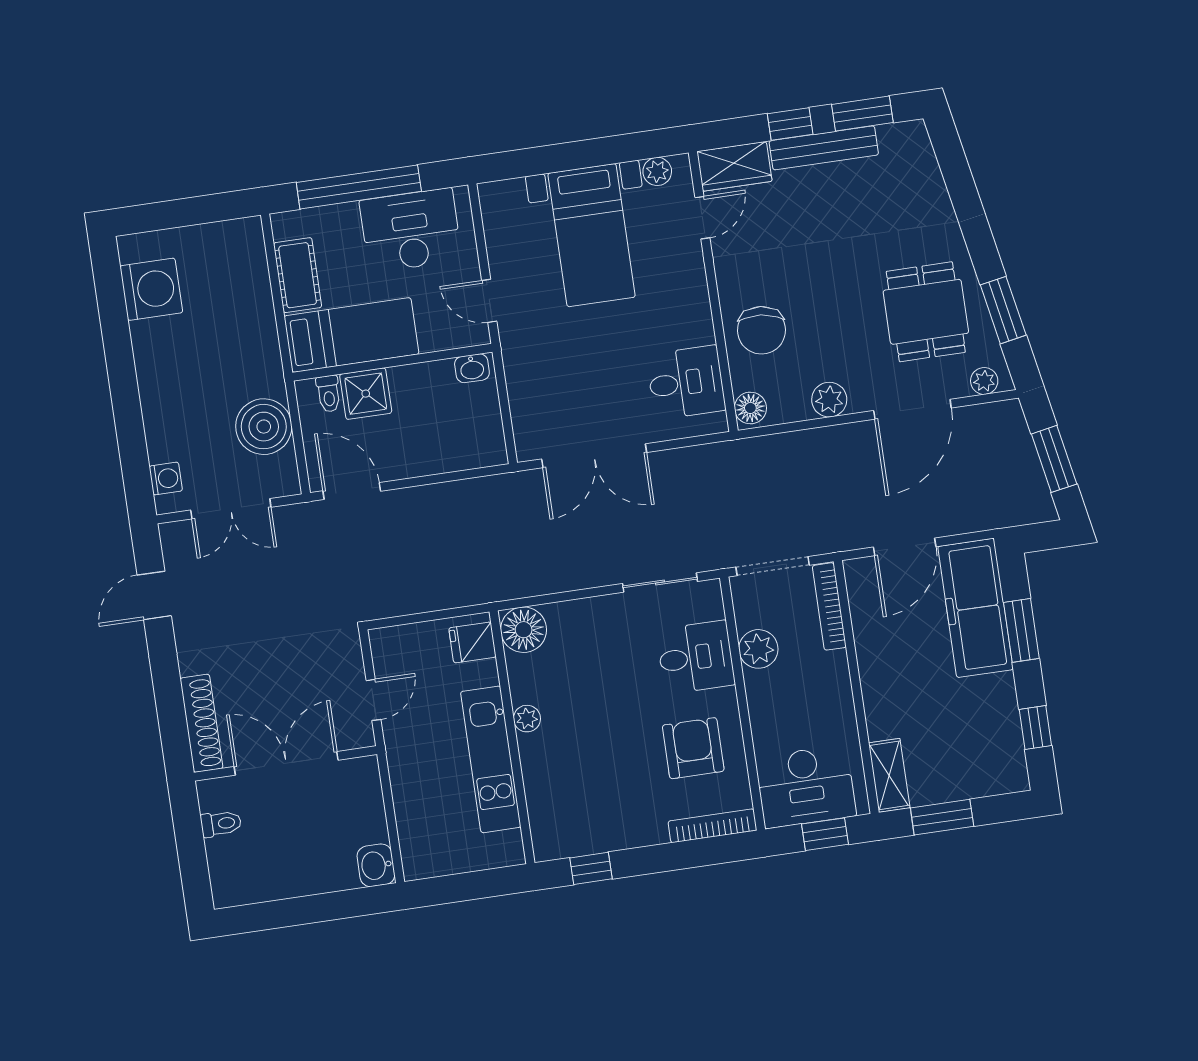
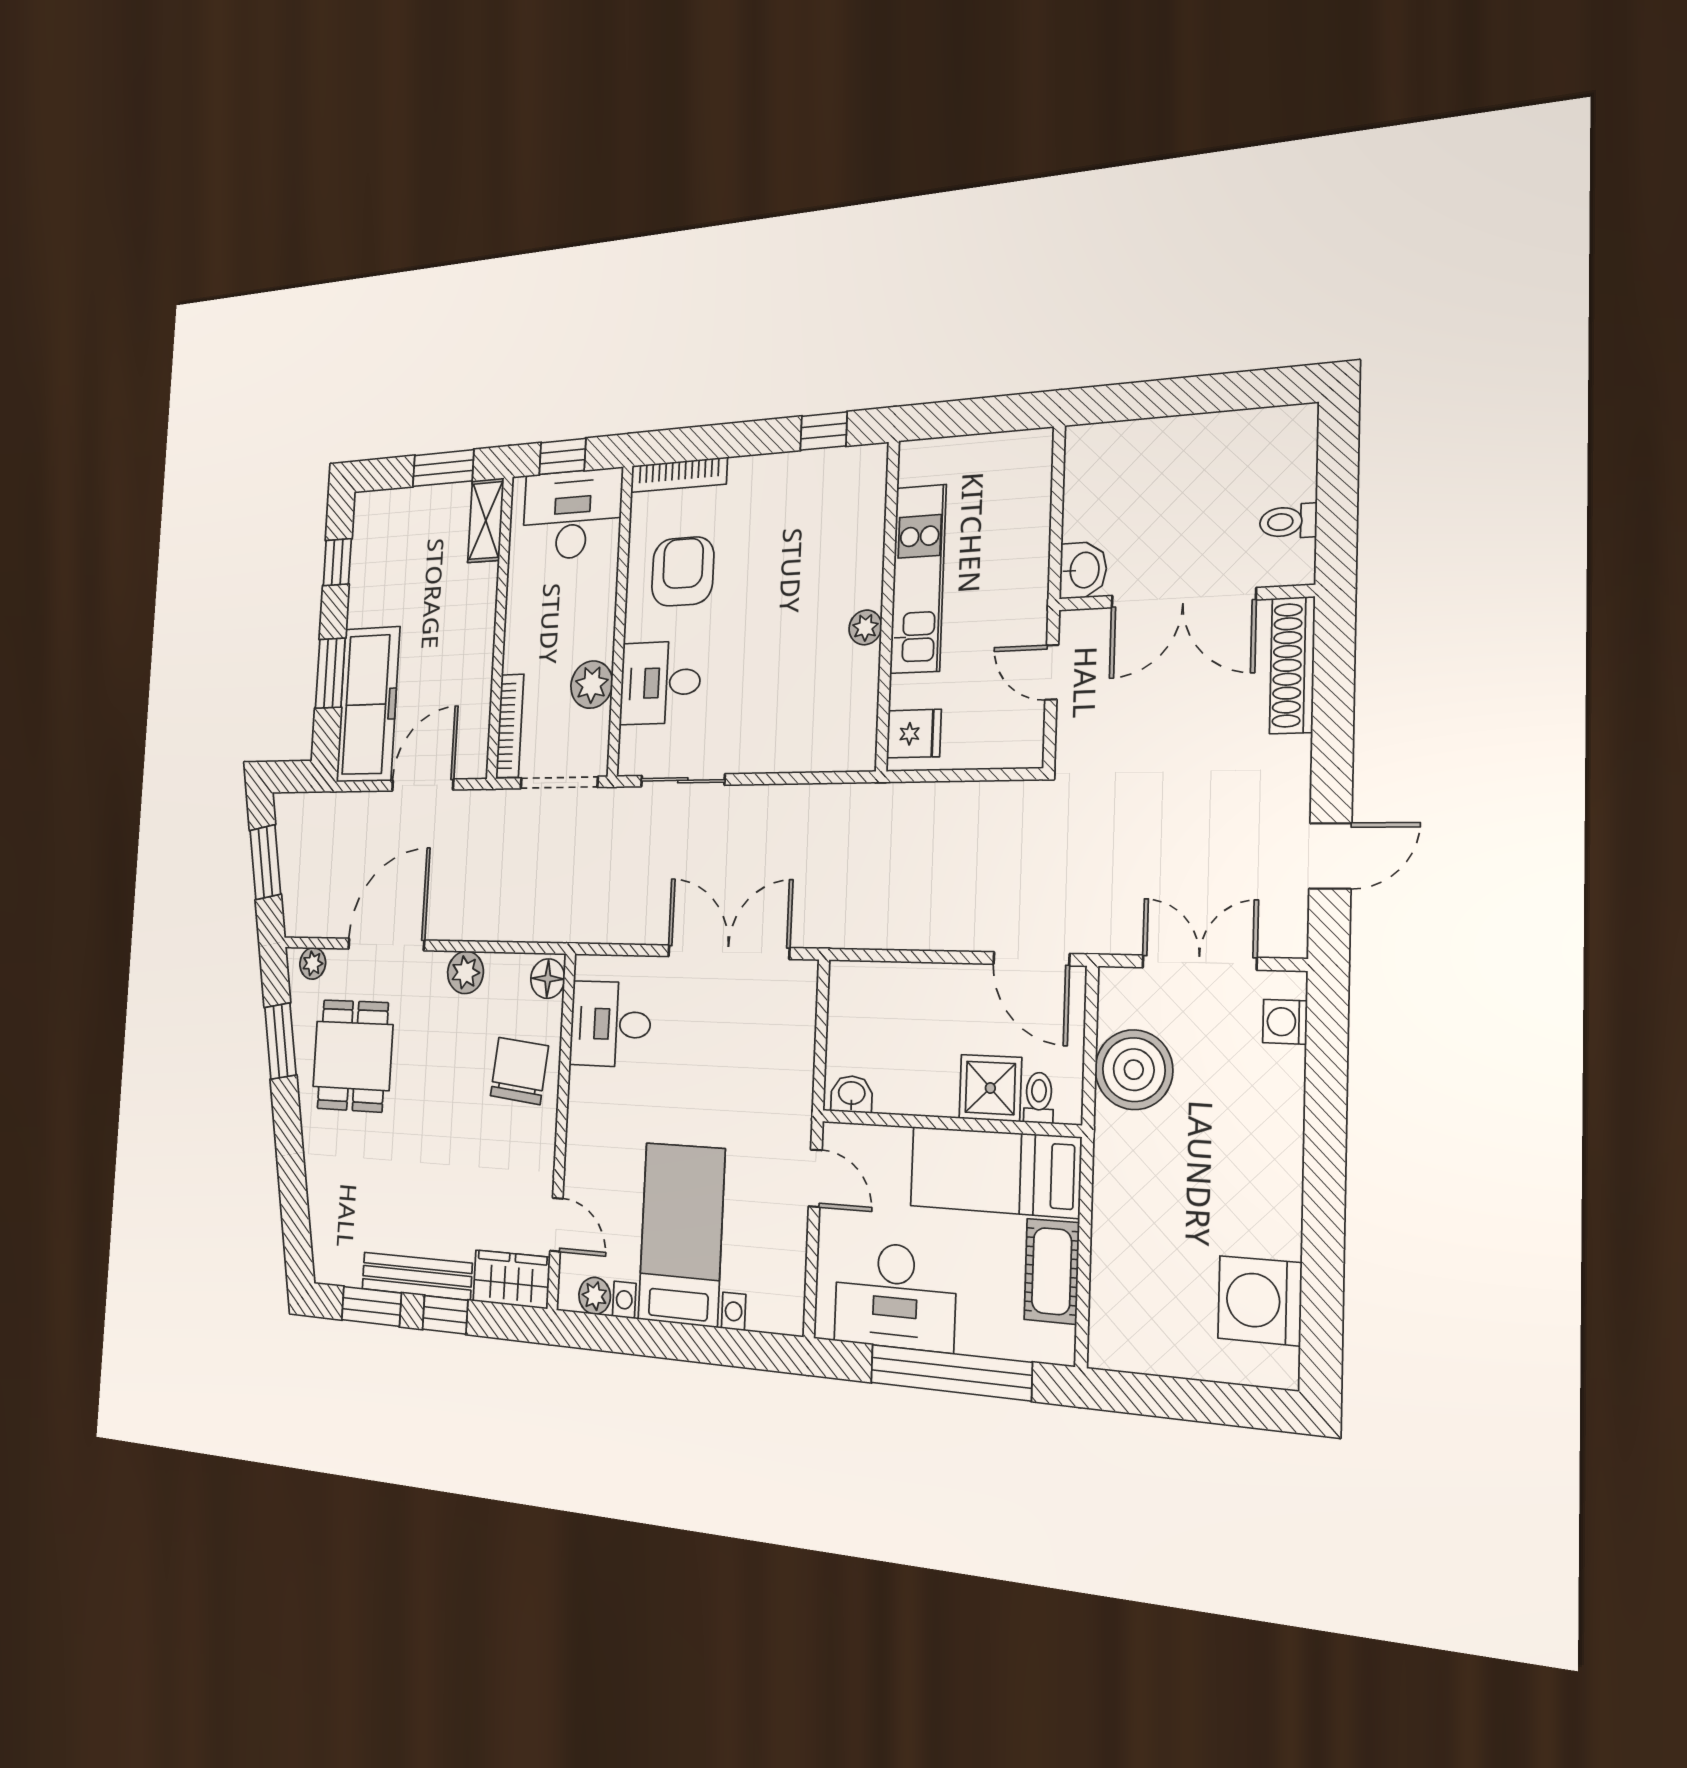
door: (702, 218) -> (556, 1225), swing flipped
floor lamp: (524, 630) -> (849, 742), removed
door: (374, 700) -> (1052, 672), hinge flipped
armchair: (693, 748) -> (683, 571), turned 180
washbasin: (376, 865) -> (1083, 570), moved

